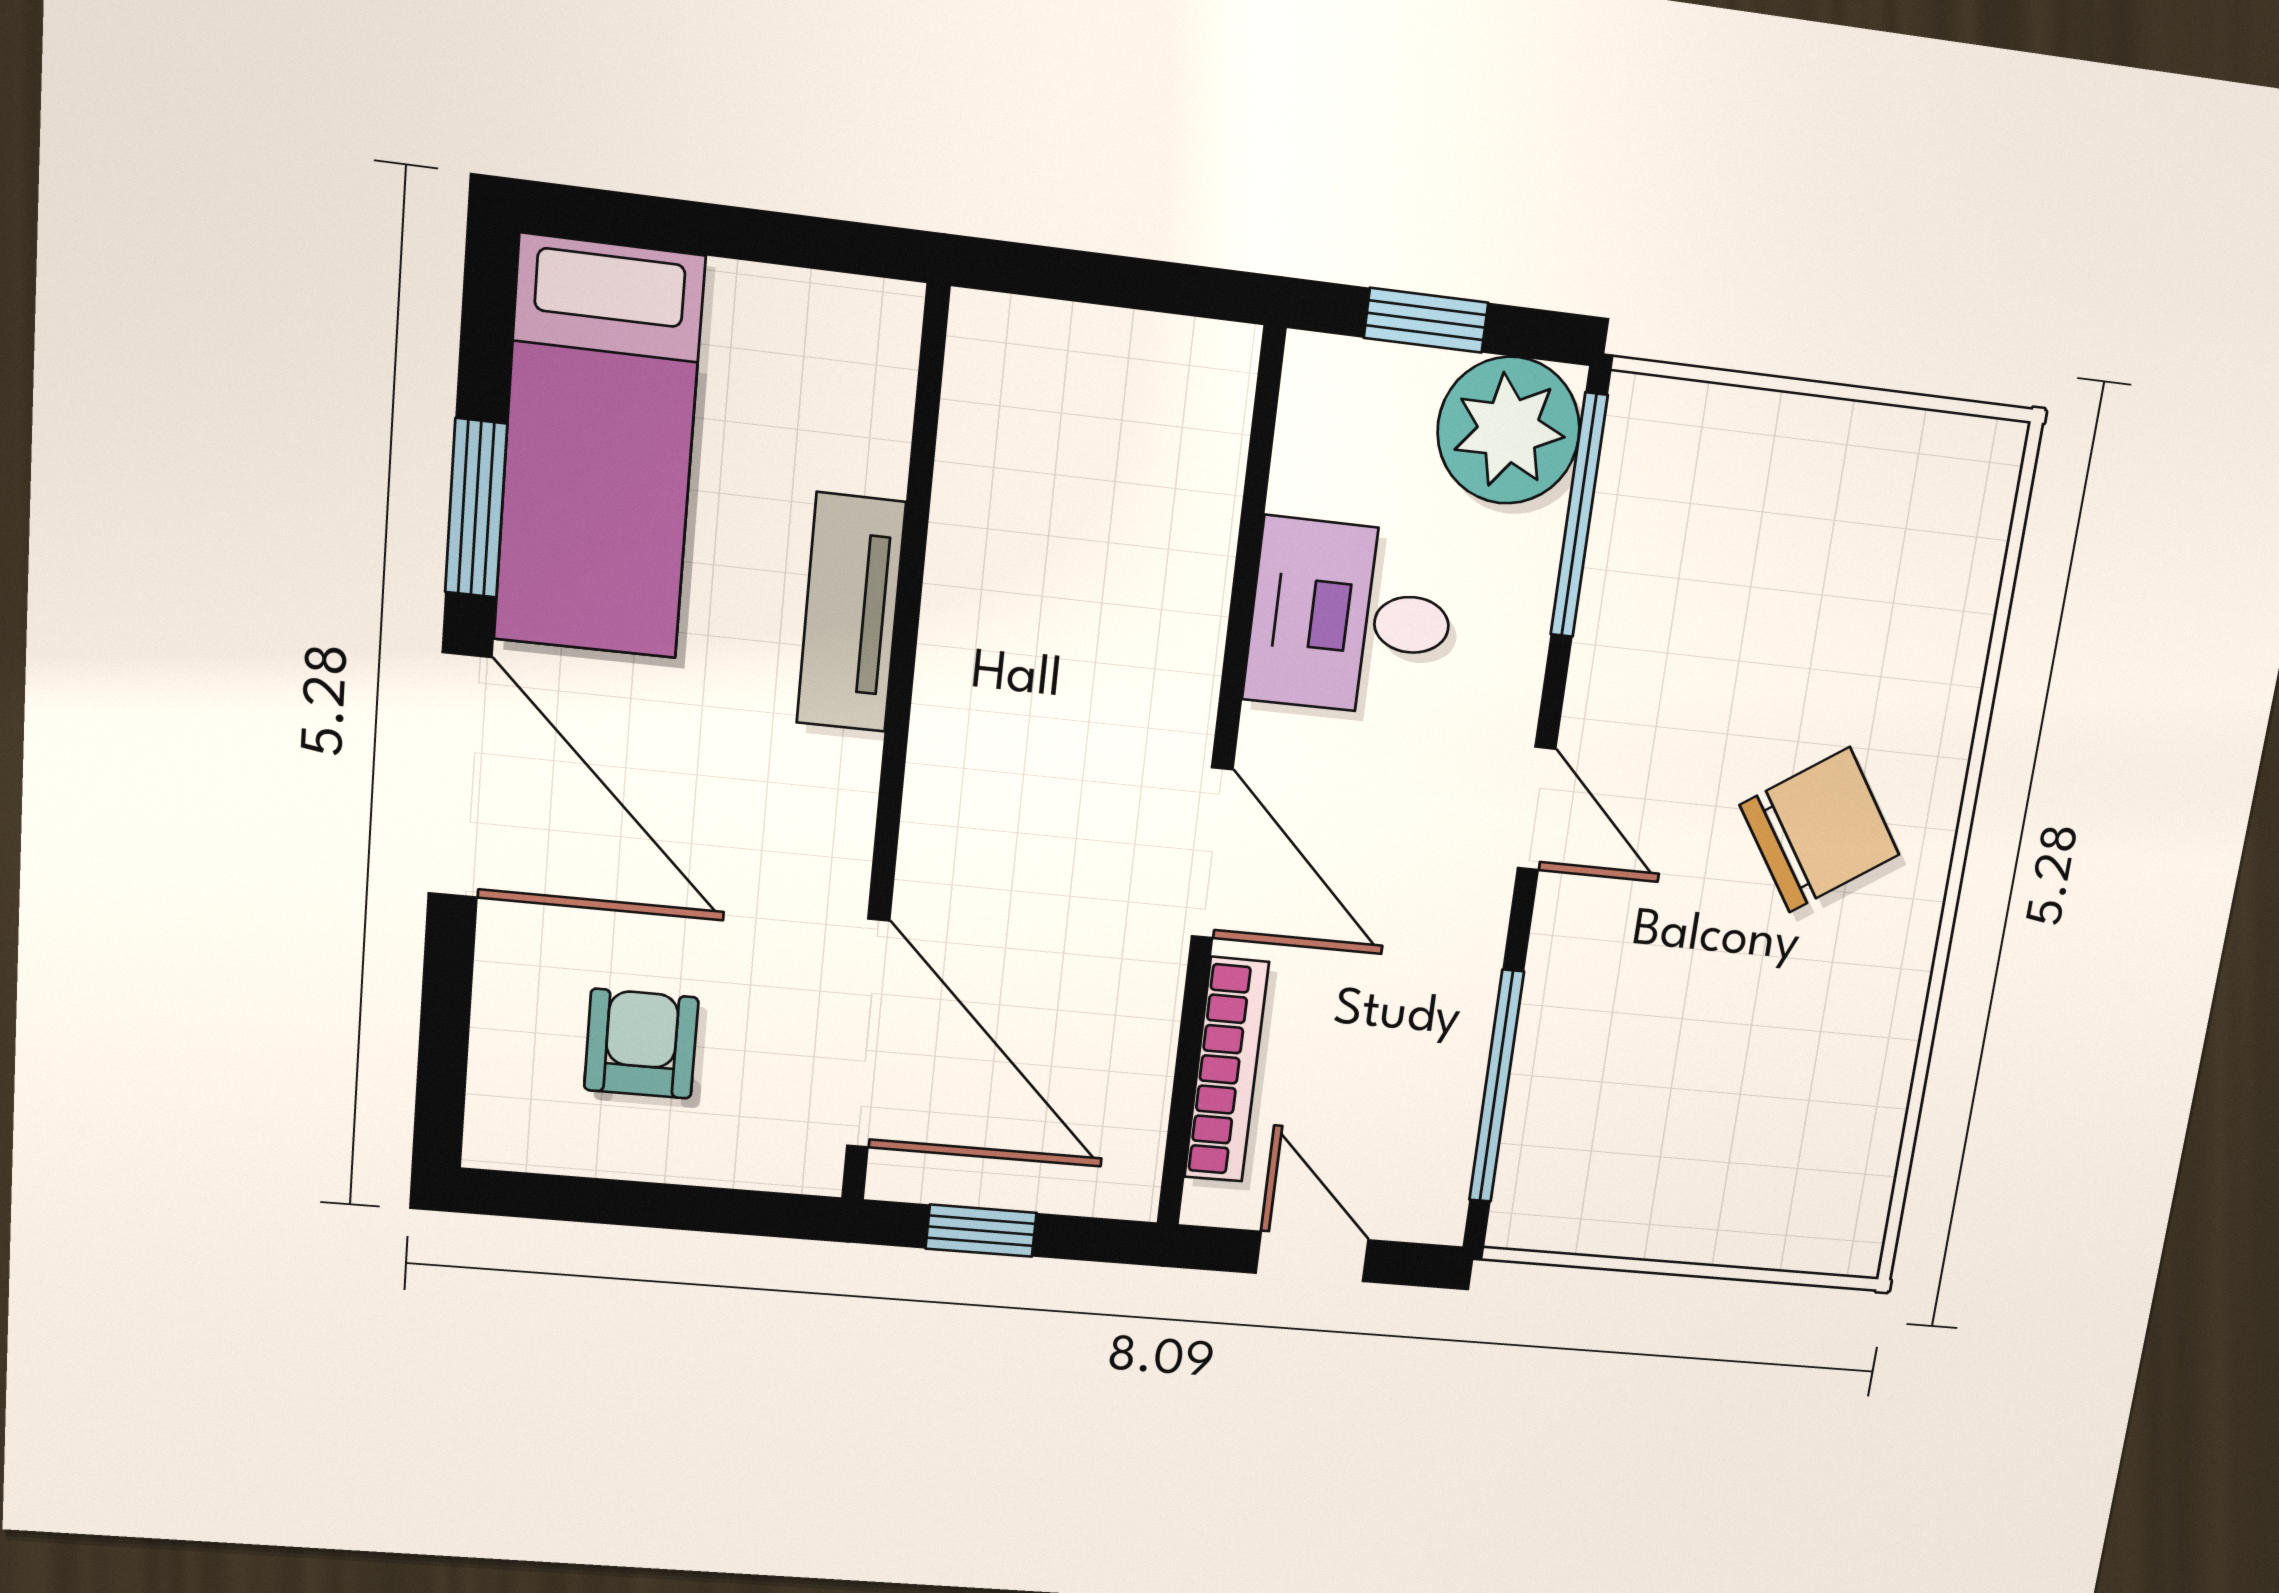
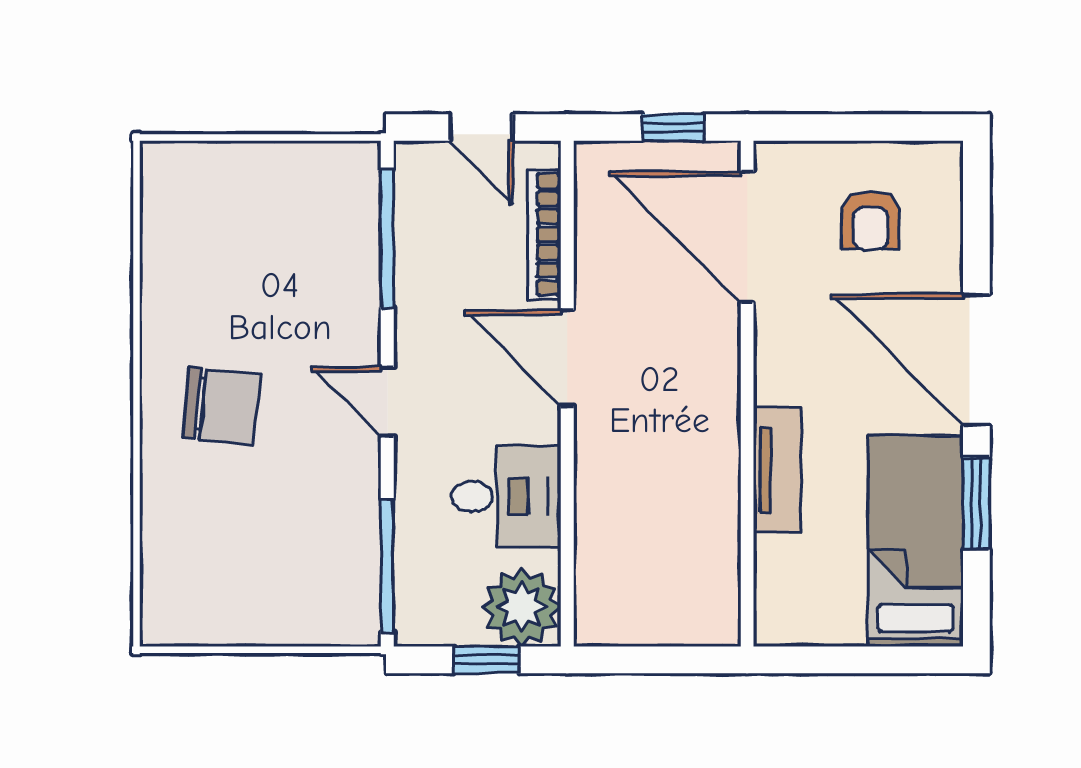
plant: (1509, 430) -> (522, 607), moved
chair: (1820, 830) -> (222, 406), turned -140

